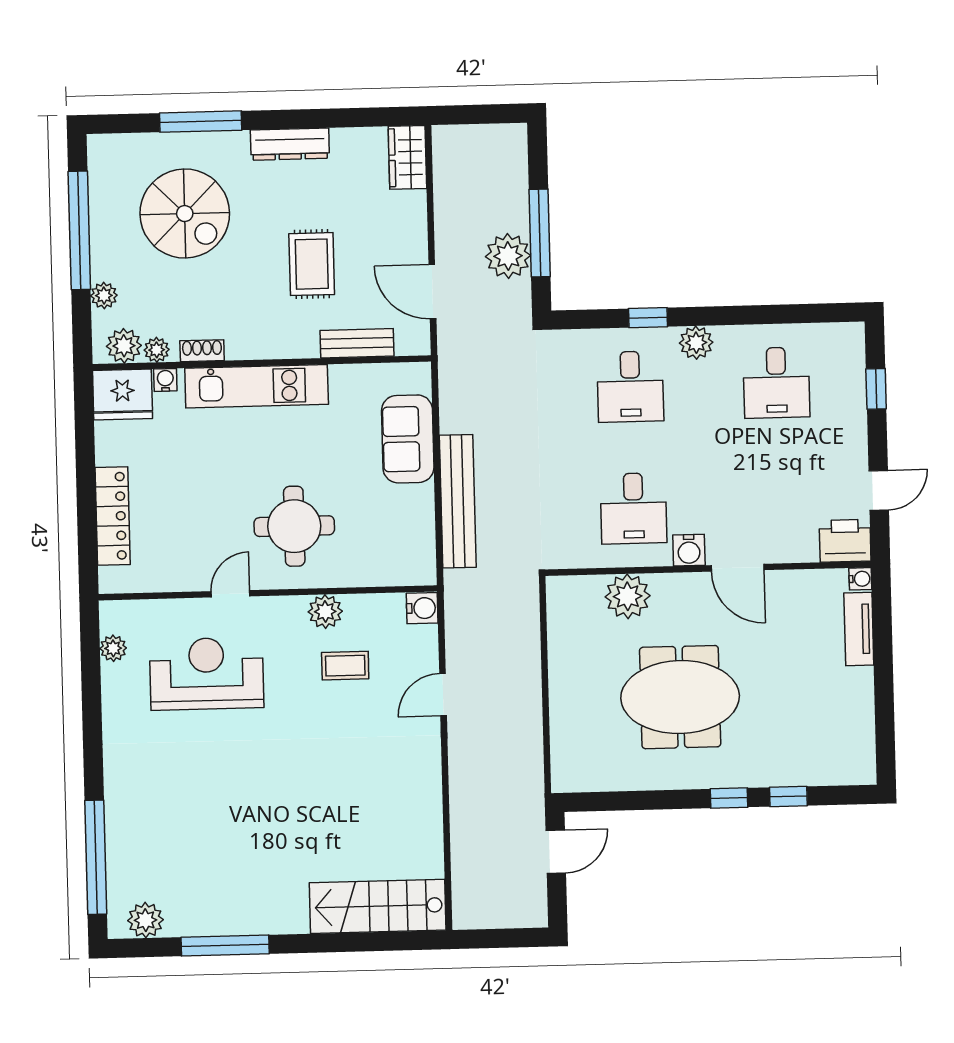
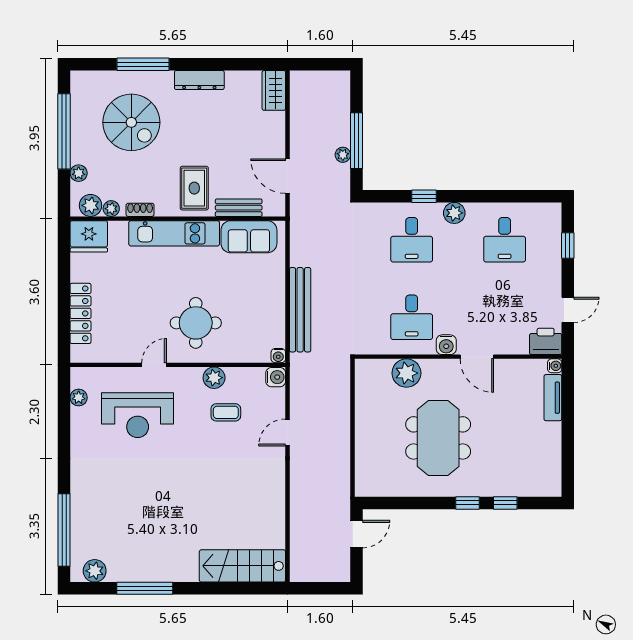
plant: (508, 256) -> (343, 155), width x0.53, depth x0.53
rug: (312, 264) -> (194, 188), moved
water cooler: (165, 380) -> (278, 356), moved, turned 180
sofa: (408, 439) -> (249, 237), moved, turned -90
reception desk: (207, 674) -> (138, 415), turned 180
meeting table: (680, 697) -> (438, 438), turned 90

